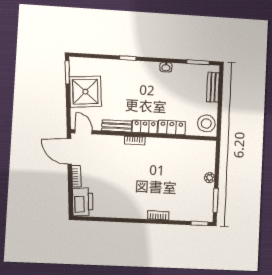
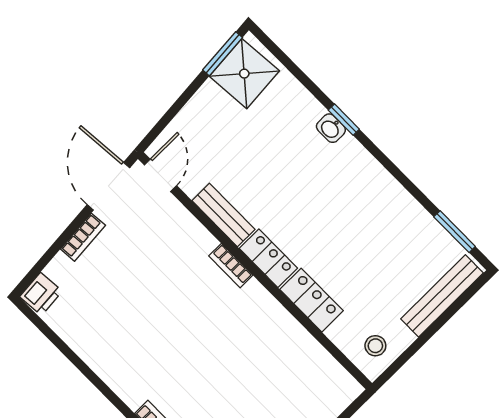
washbasin: (166, 67) -> (331, 128), moved
bench: (213, 87) -> (442, 296), width x1.36
shower: (85, 92) -> (244, 74), moved, width x0.73, depth x0.73
stool: (206, 123) -> (375, 346), width x0.53, depth x0.53
printer: (83, 202) -> (41, 294), width x0.53, depth x0.68

